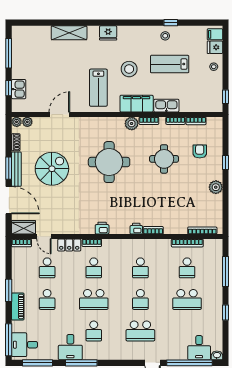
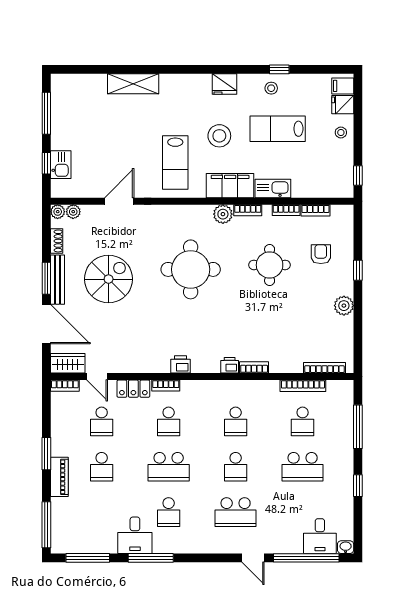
fridge: (108, 33) -> (224, 84), moved
desk: (24, 345) -> (69, 532), removed

